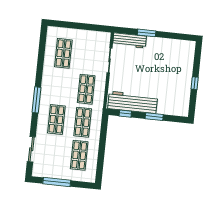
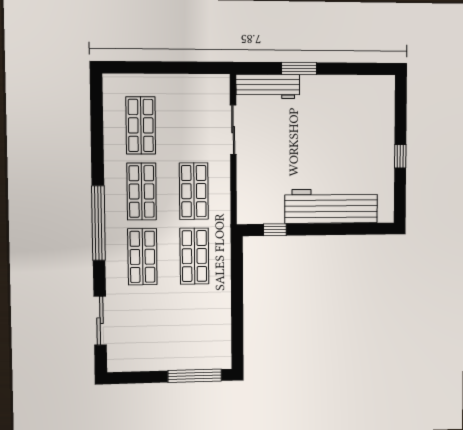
window: (36, 100) -> (98, 223), width x1.46
workbench: (133, 102) -> (331, 206), moved
window: (154, 117) -> (330, 229), removed
shop shelf: (79, 155) -> (142, 191), moved
window: (57, 182) -> (195, 376), moved

